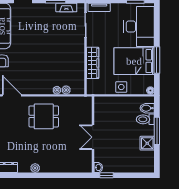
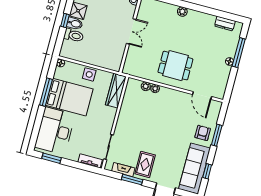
rug: (47, 18) -> (145, 164), added
wardrobe: (93, 63) -> (116, 91), moved
bidet: (147, 108) -> (75, 24), moved
window: (157, 131) -> (65, 21), width x0.46
plant: (35, 168) -> (182, 12), moved

